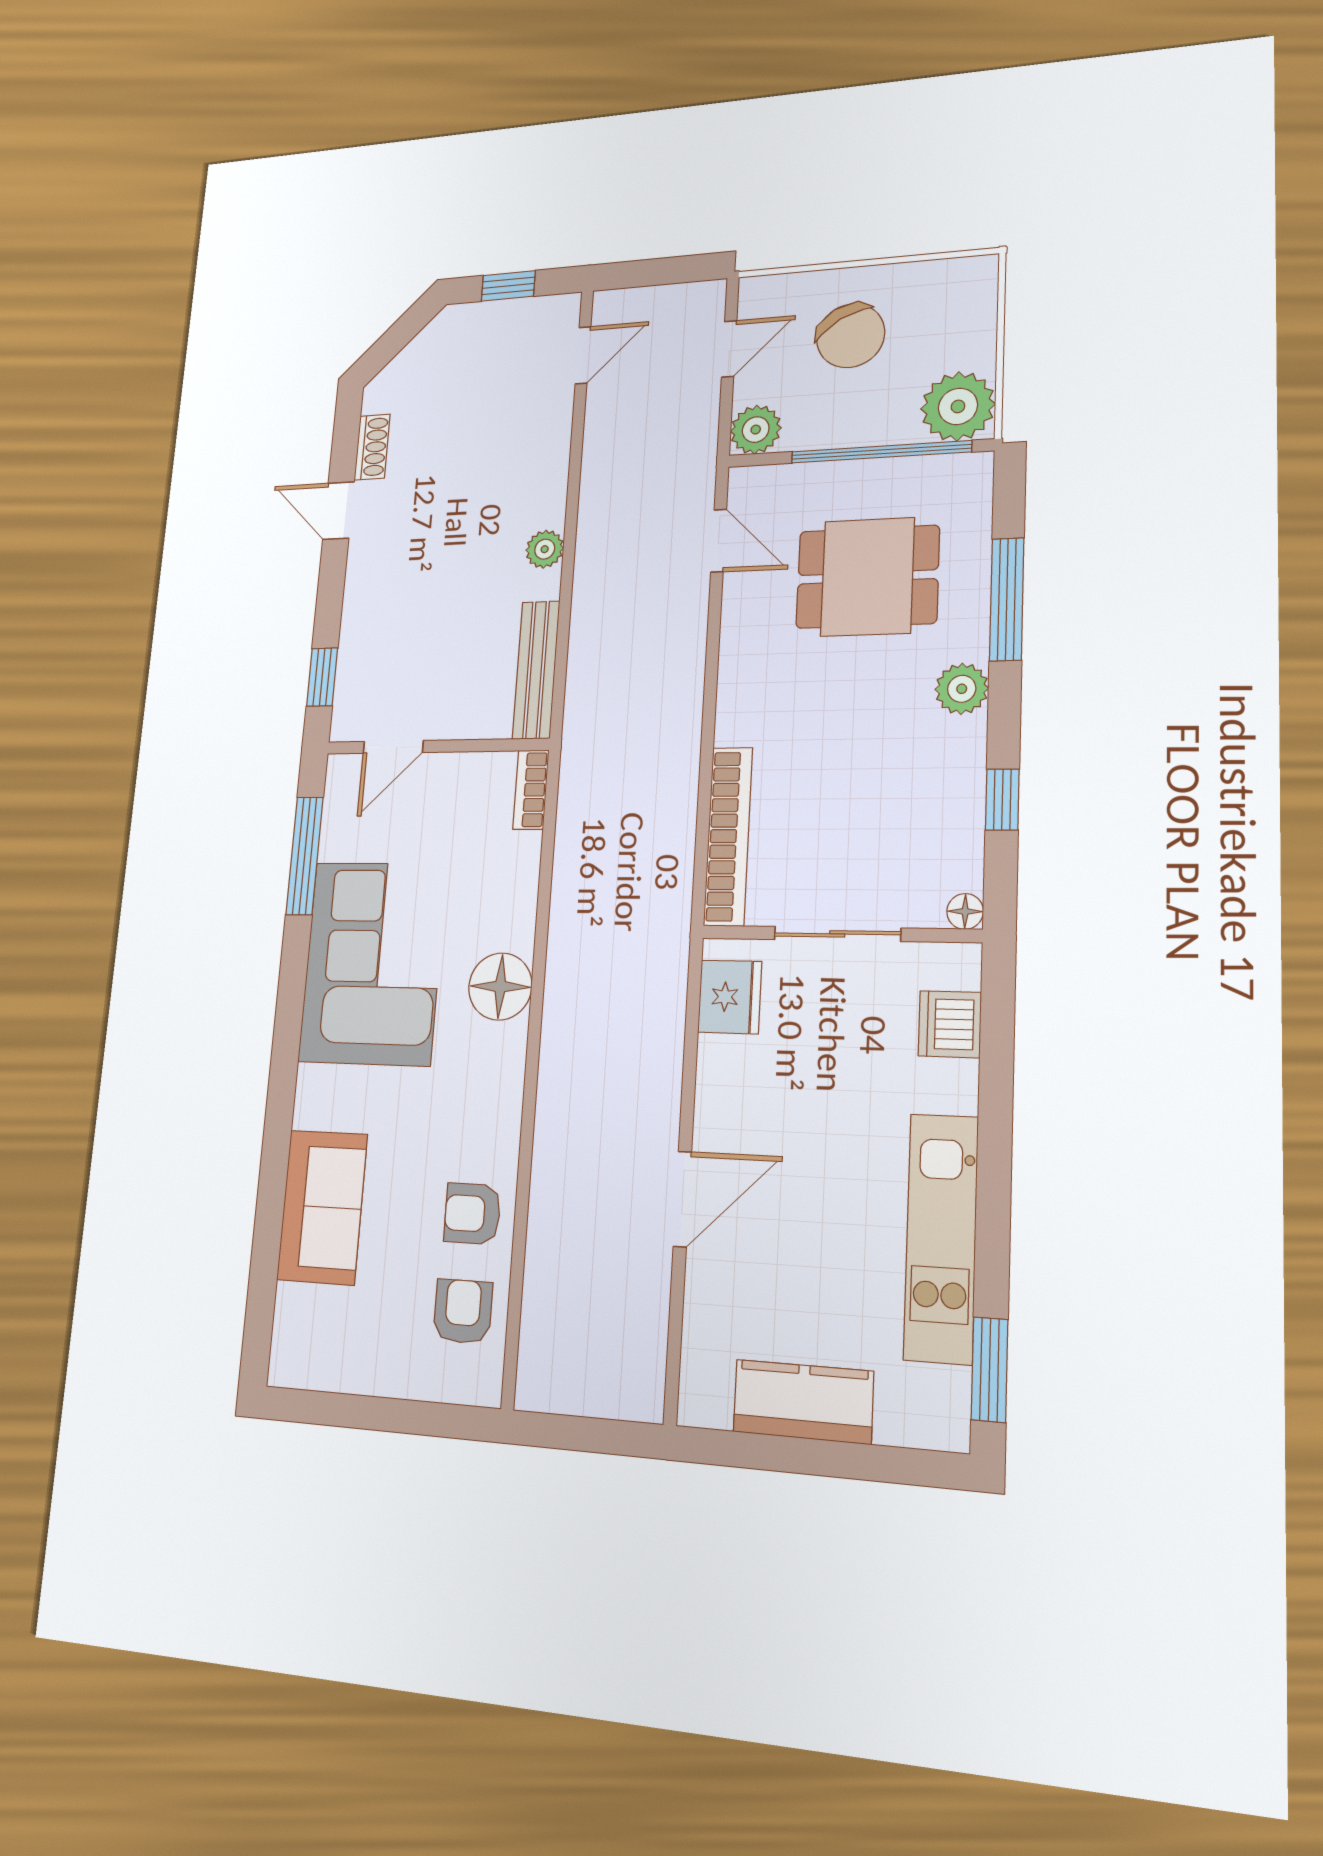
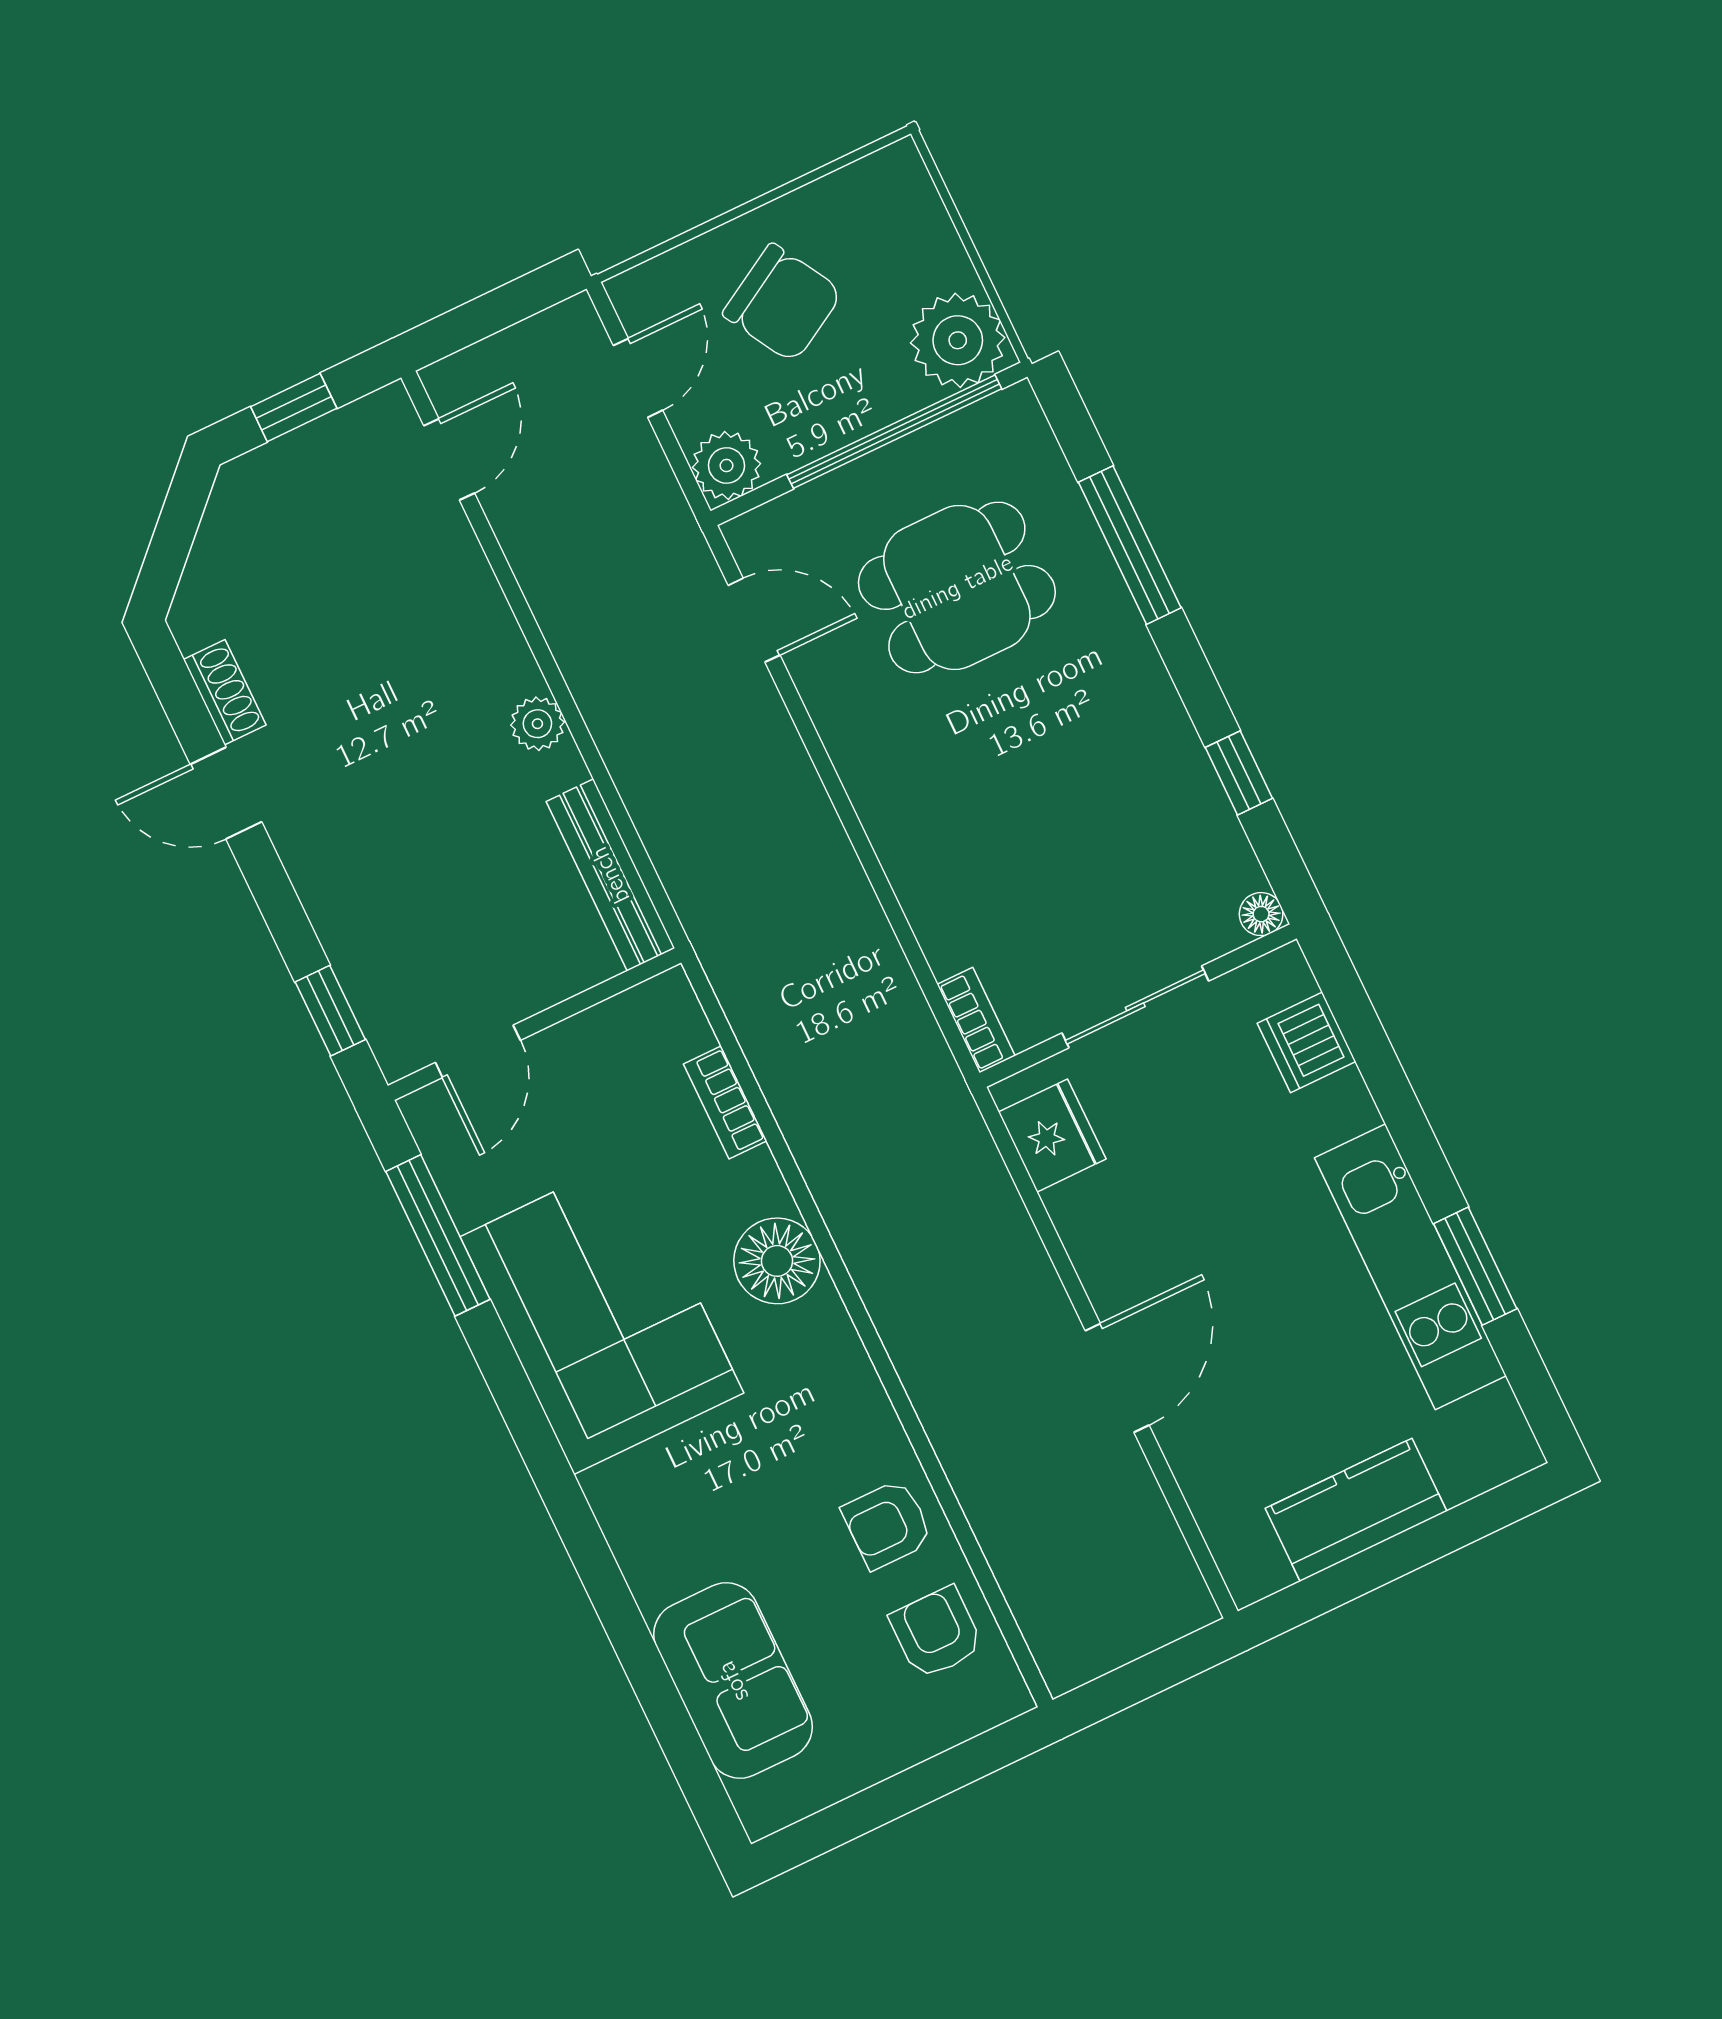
plant: (962, 689) -> (1132, 670), removed
bookcase: (531, 790) -> (725, 1102), moved
bookcase: (728, 836) -> (976, 1020), width x0.43, depth x0.76
sofa: (322, 1207) -> (733, 1681), moved
window: (990, 1370) -> (1475, 1266), moved

